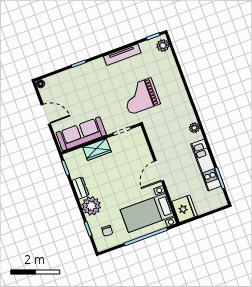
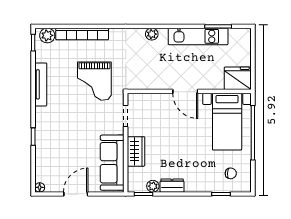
bookcase: (174, 73) -> (82, 34), added
plant: (91, 206) -> (153, 186), moved, width x0.53, depth x0.53

